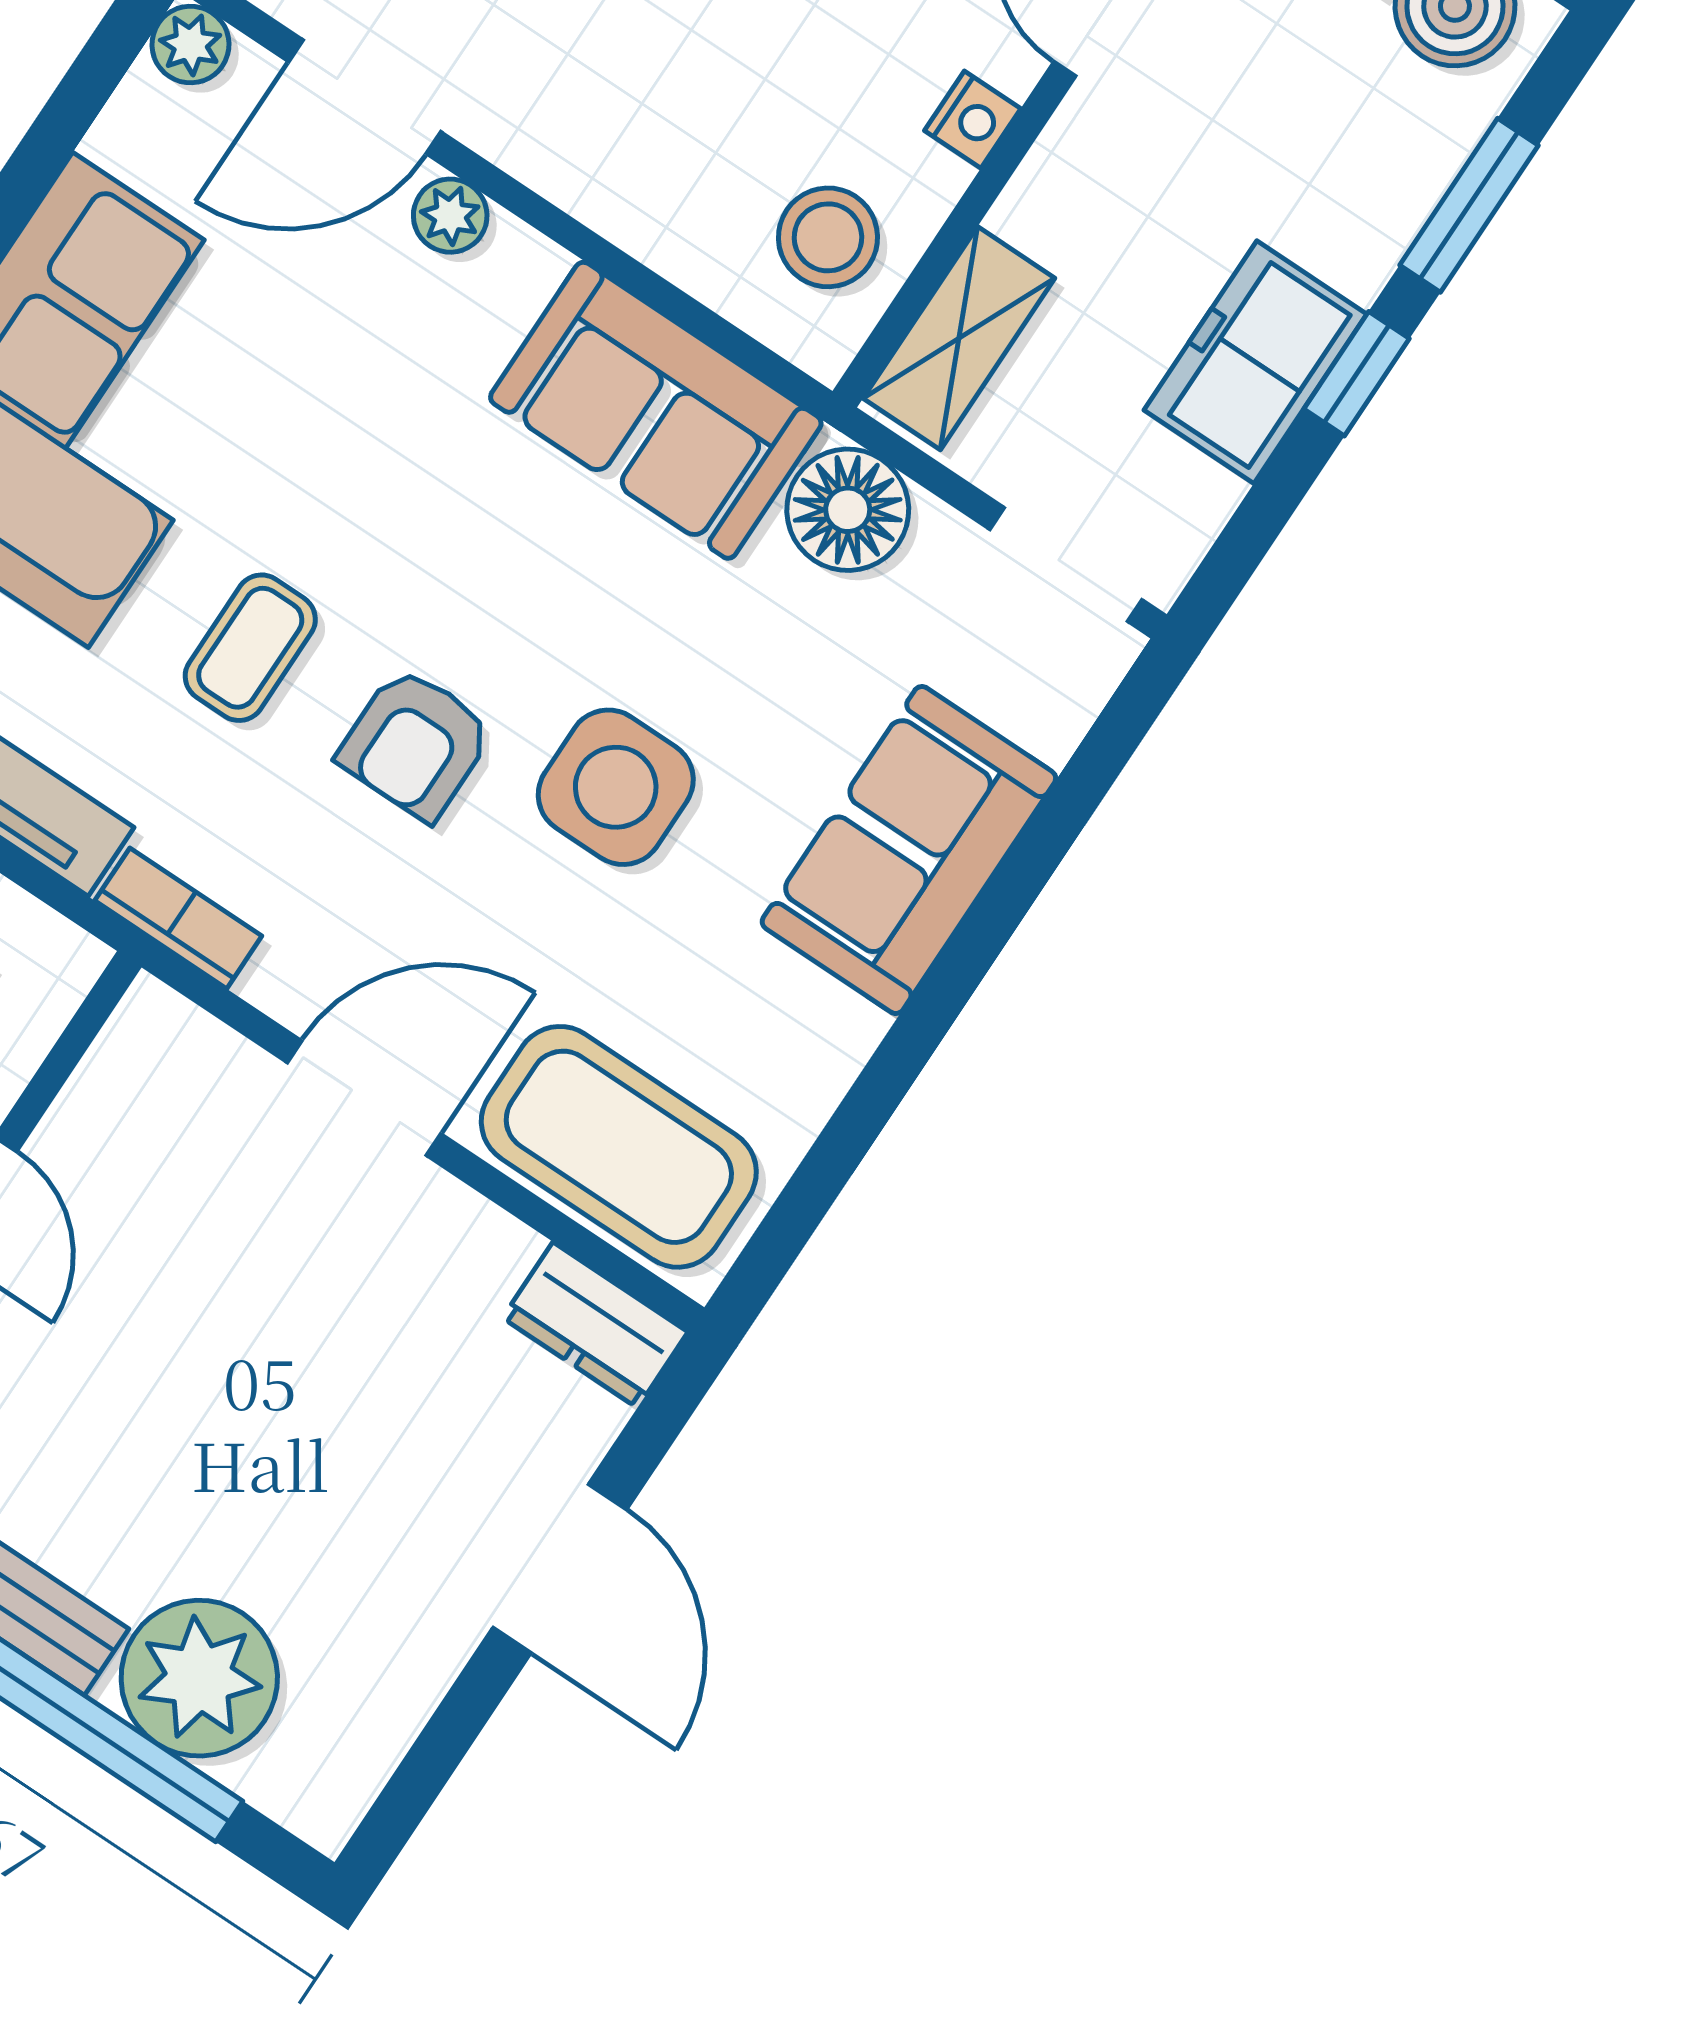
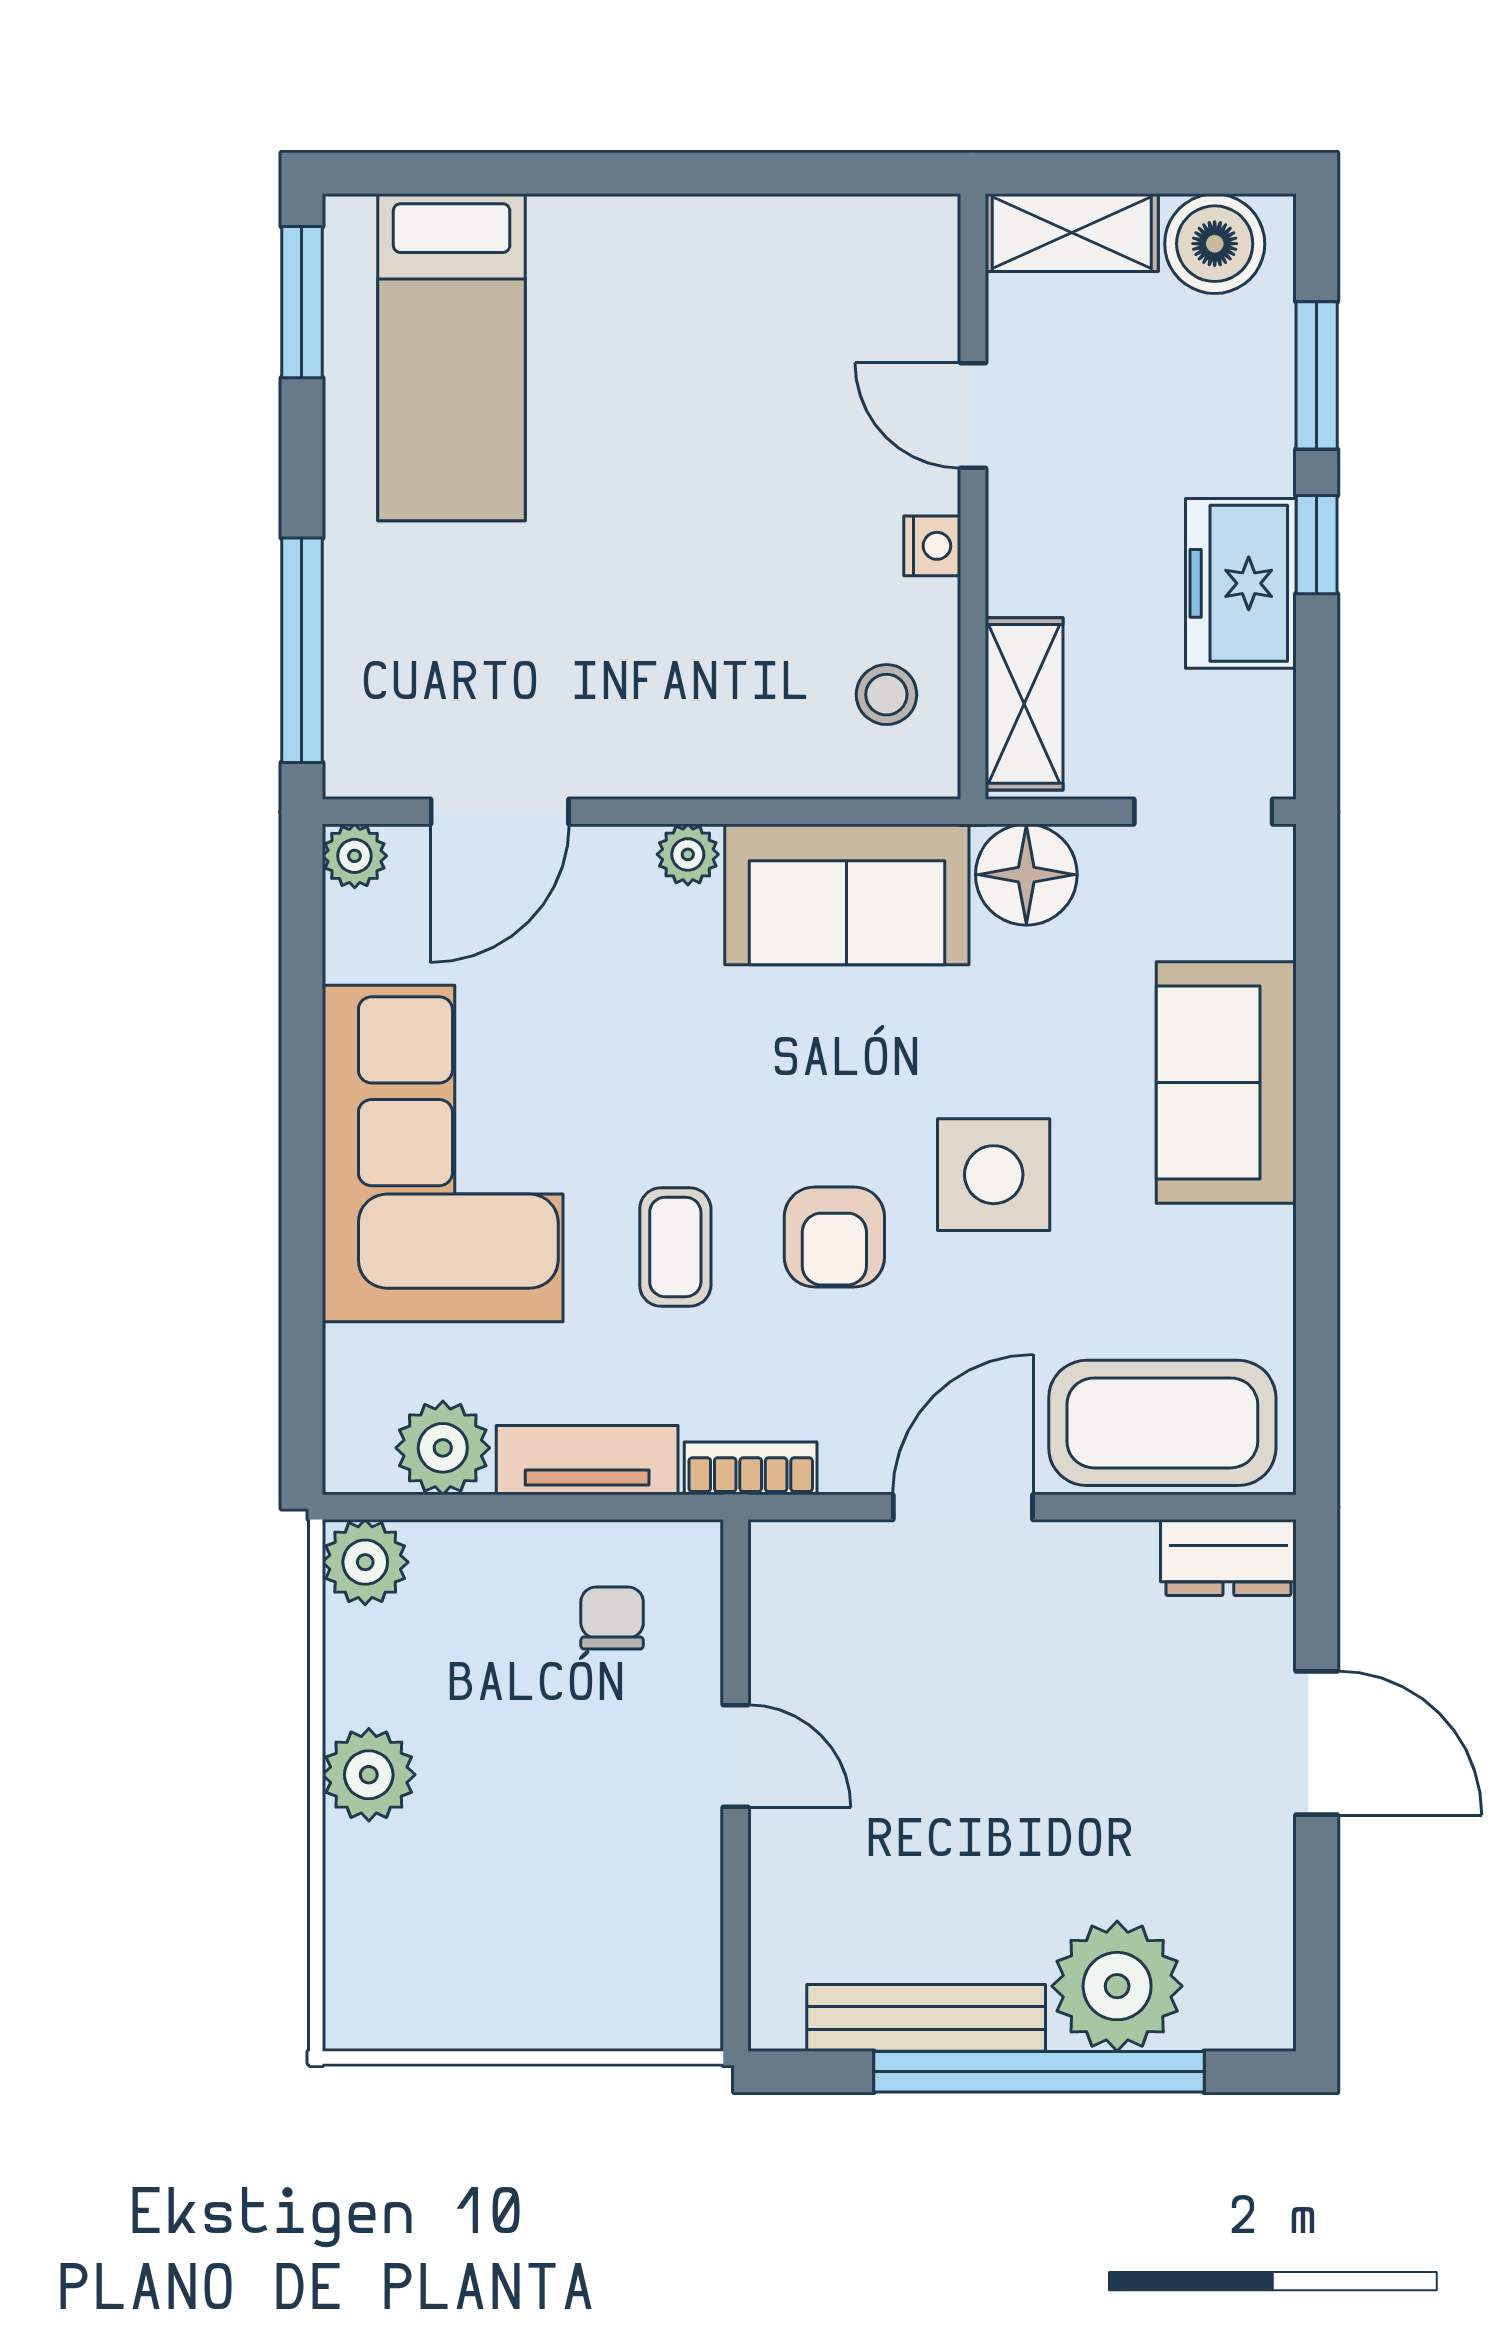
plant: (450, 216) -> (688, 854), moved
stool: (828, 237) -> (886, 695), width x0.73, depth x0.73

